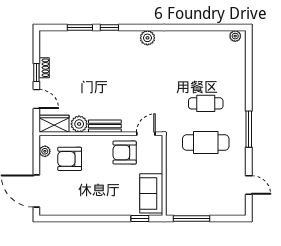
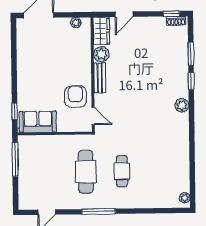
plant: (147, 38) -> (182, 105), moved
shoe rack: (44, 68) -> (176, 21), moved
window: (36, 72) -> (171, 14), moved
armchair: (70, 159) -> (69, 46), removed

